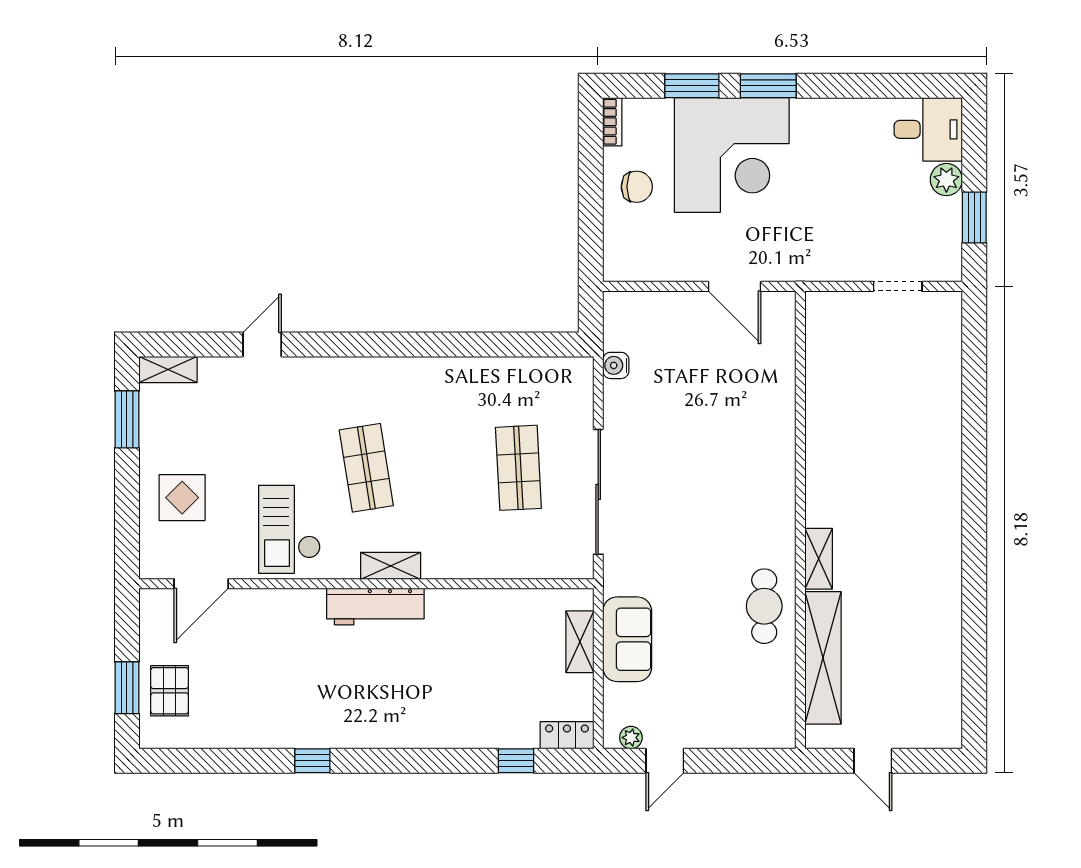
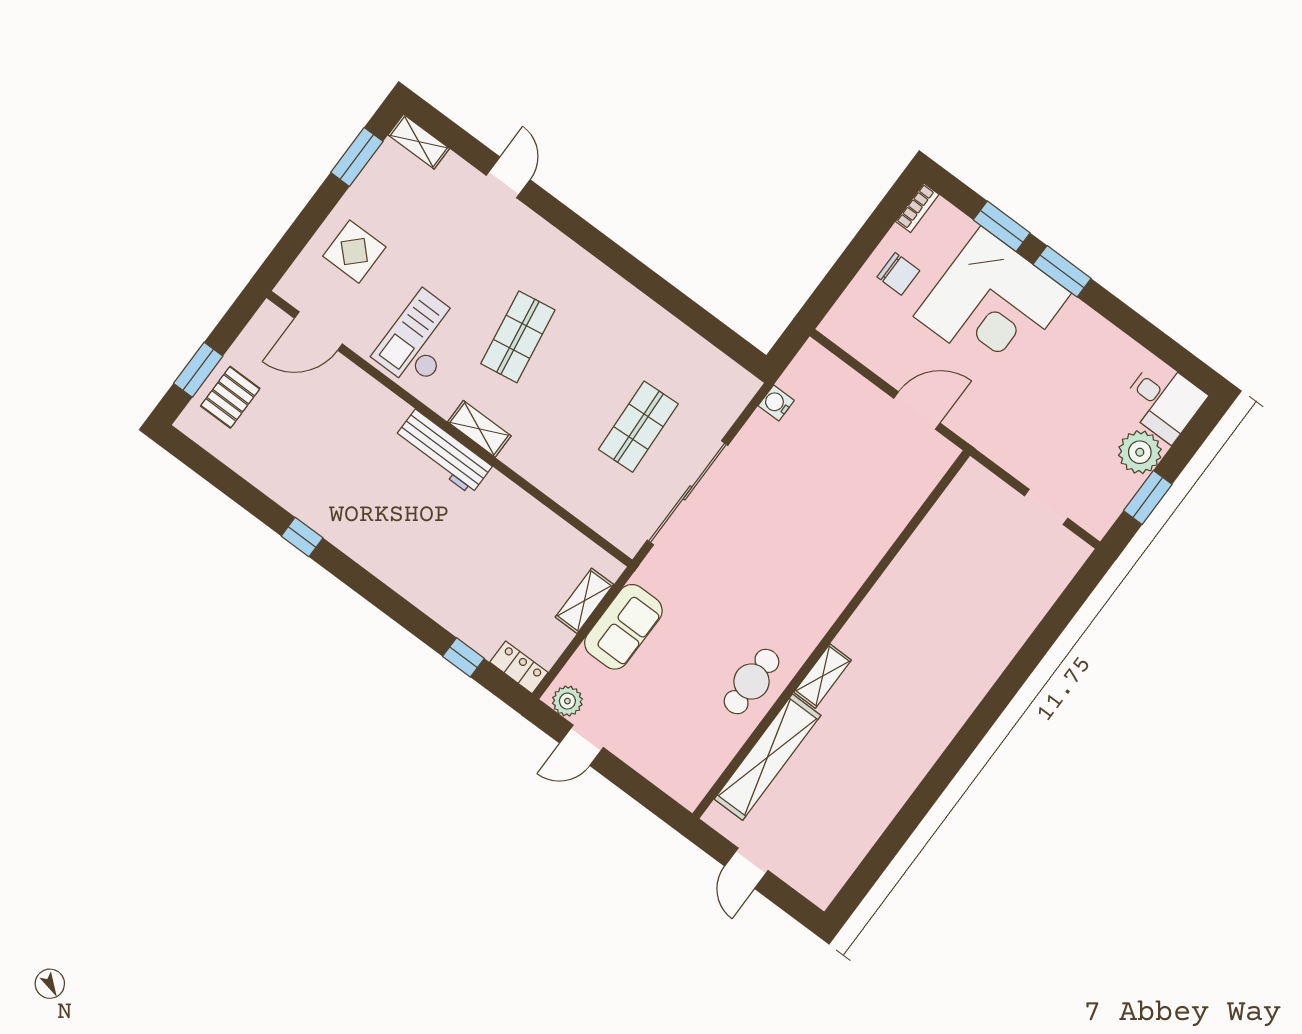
plant: (946, 180) -> (1140, 452), width x1.36, depth x1.36
door: (735, 286) -> (917, 411), swing flipped
door: (262, 344) -> (508, 177), hinge flipped
plant: (631, 738) -> (567, 701), width x1.38, depth x1.38

